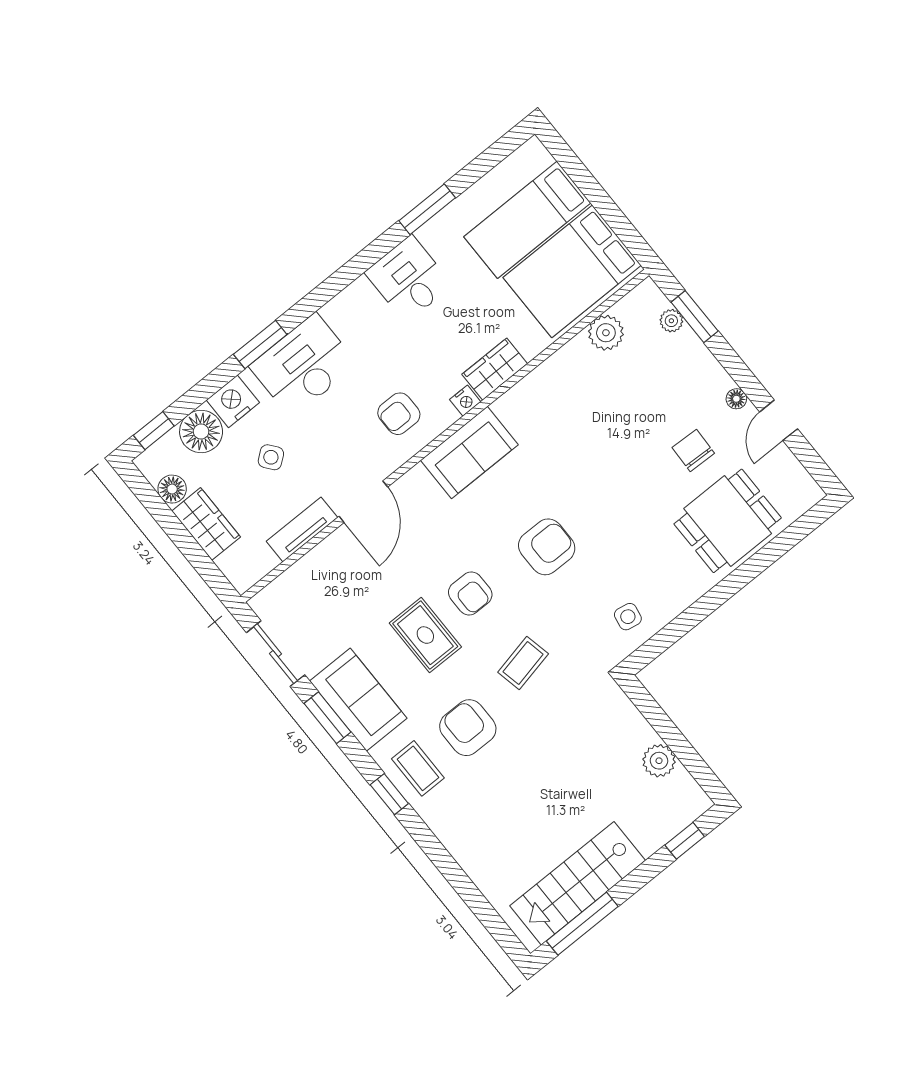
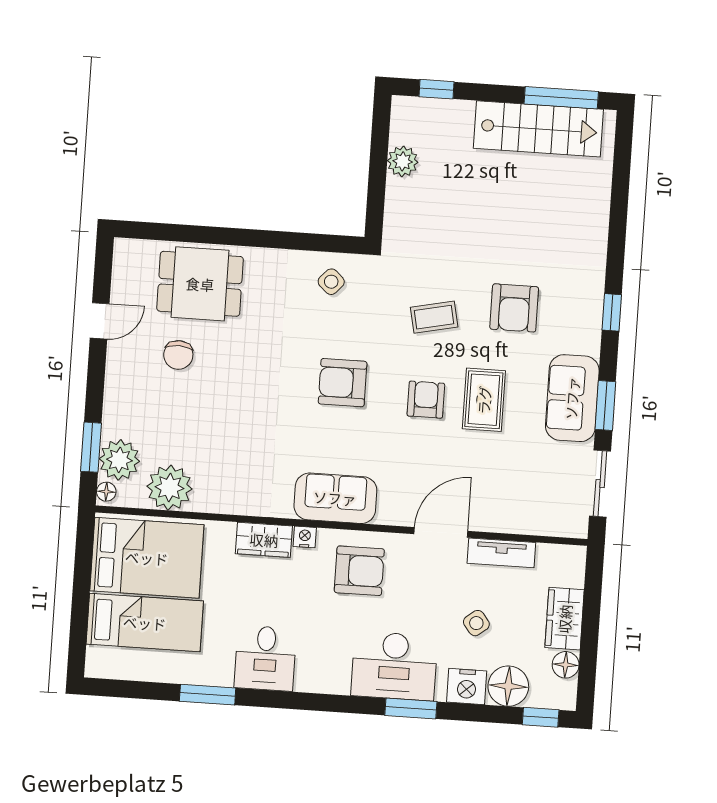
plant: (671, 321) -> (119, 460), width x1.88, depth x1.88
plant: (606, 333) -> (170, 488), width x1.36, depth x1.36
floor lamp: (736, 399) -> (106, 492), moved
armchair: (399, 414) -> (359, 571), width x1.38, depth x1.38
side table: (628, 617) -> (331, 282), turned 32
coffee table: (418, 768) -> (575, 312), removed

